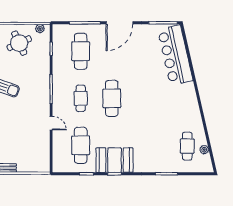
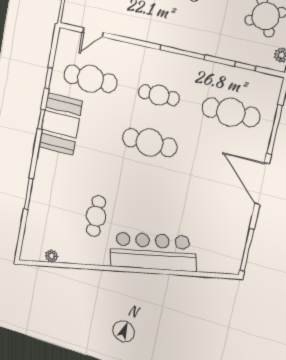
bar counter: (175, 55) -> (153, 252), moved
door: (51, 123) -> (93, 32), moved
cafe table: (187, 146) -> (96, 216), moved, turned 90

